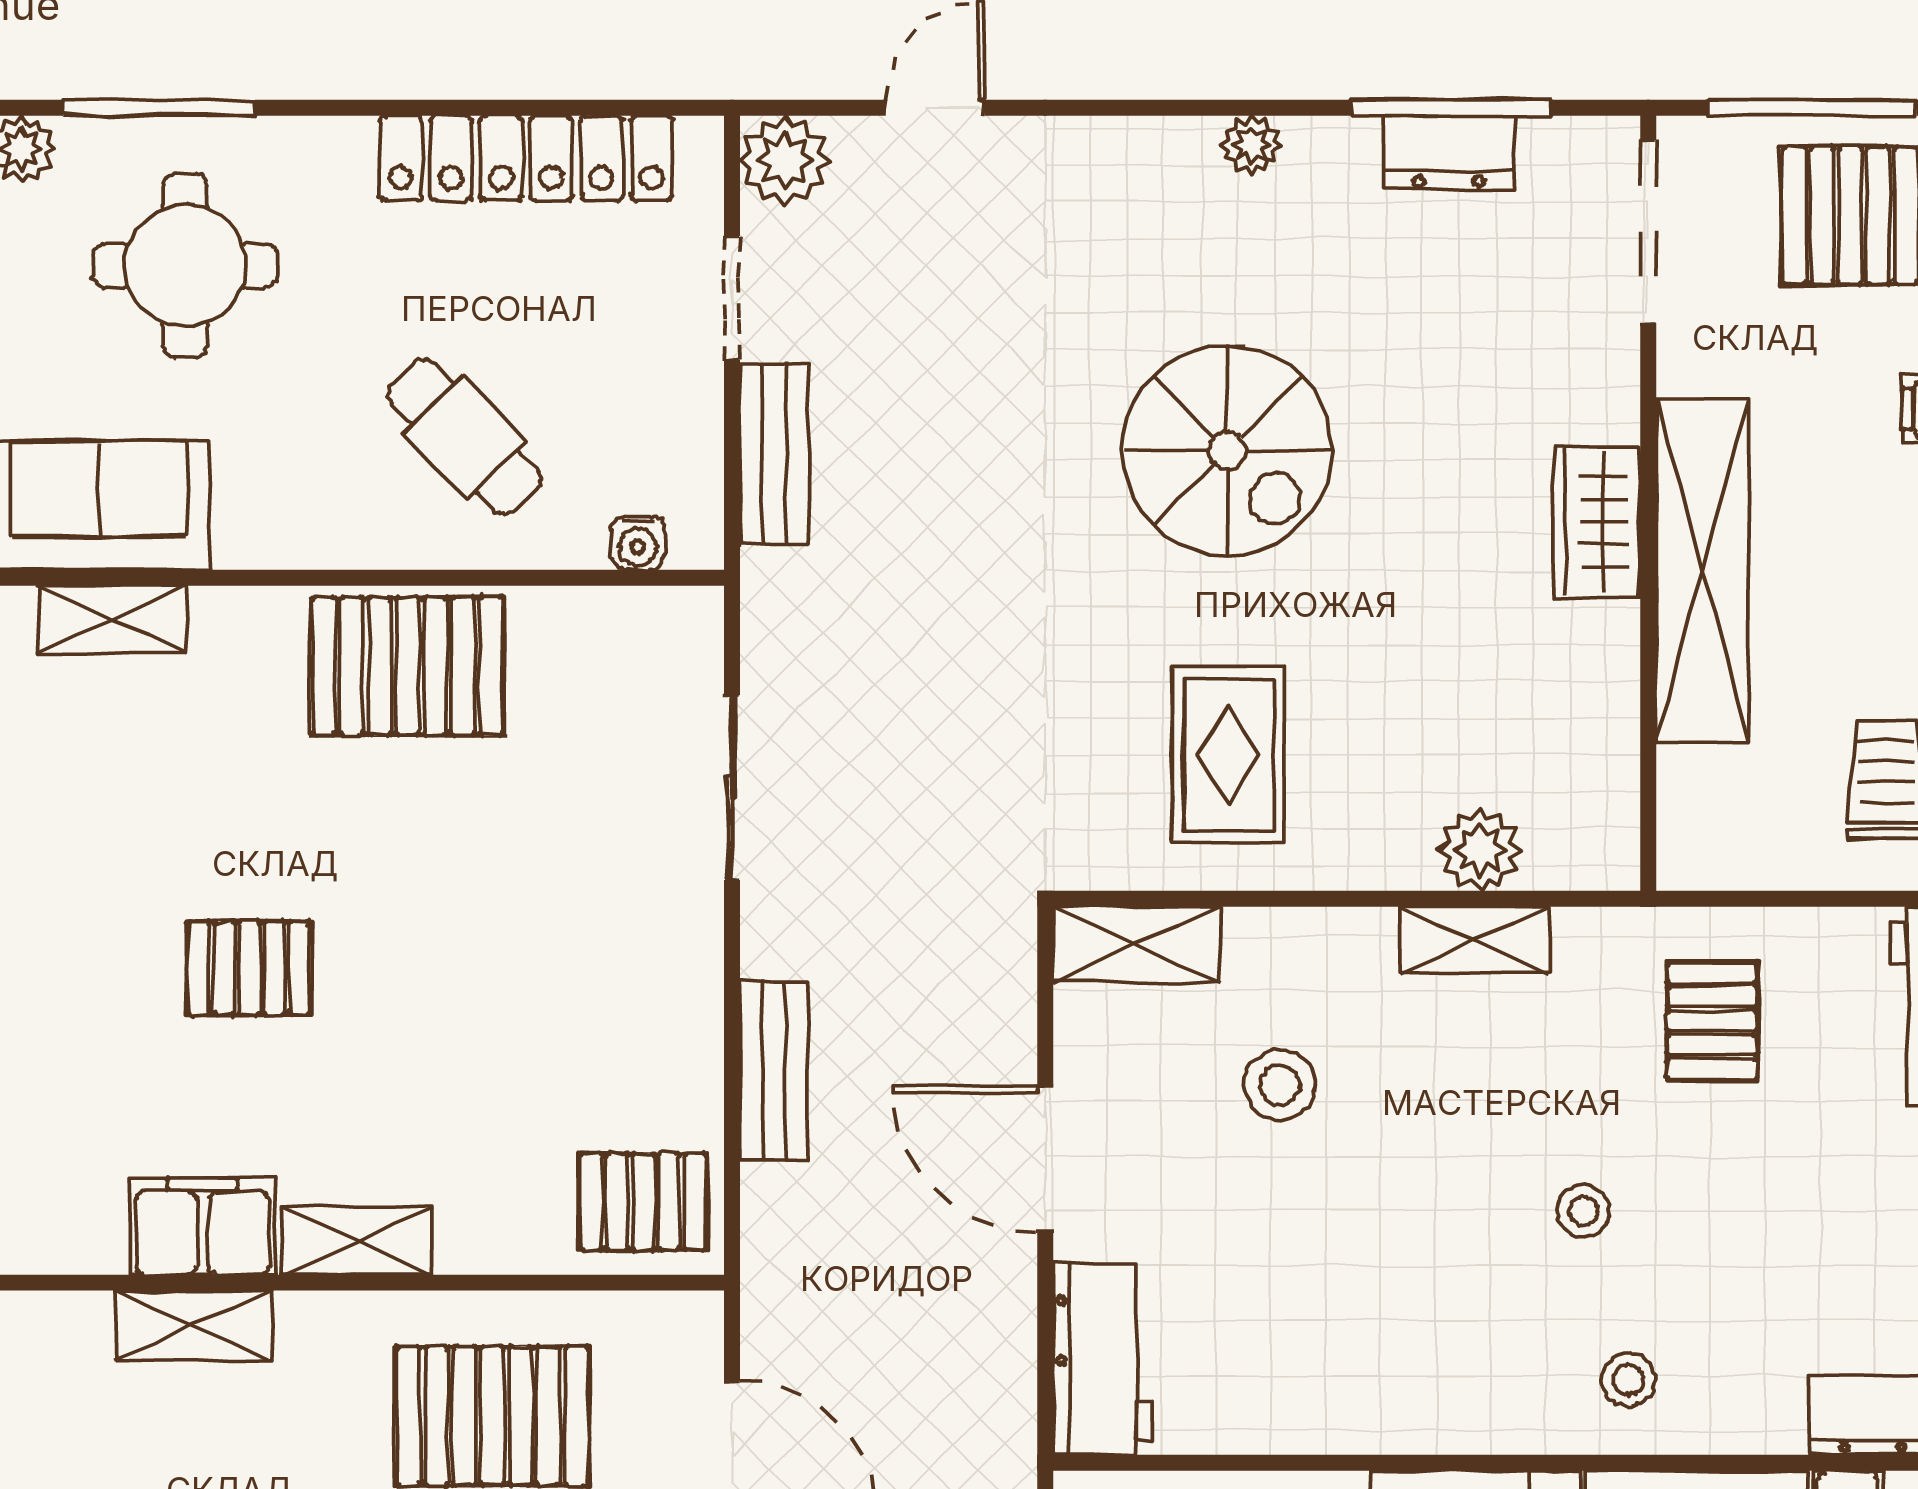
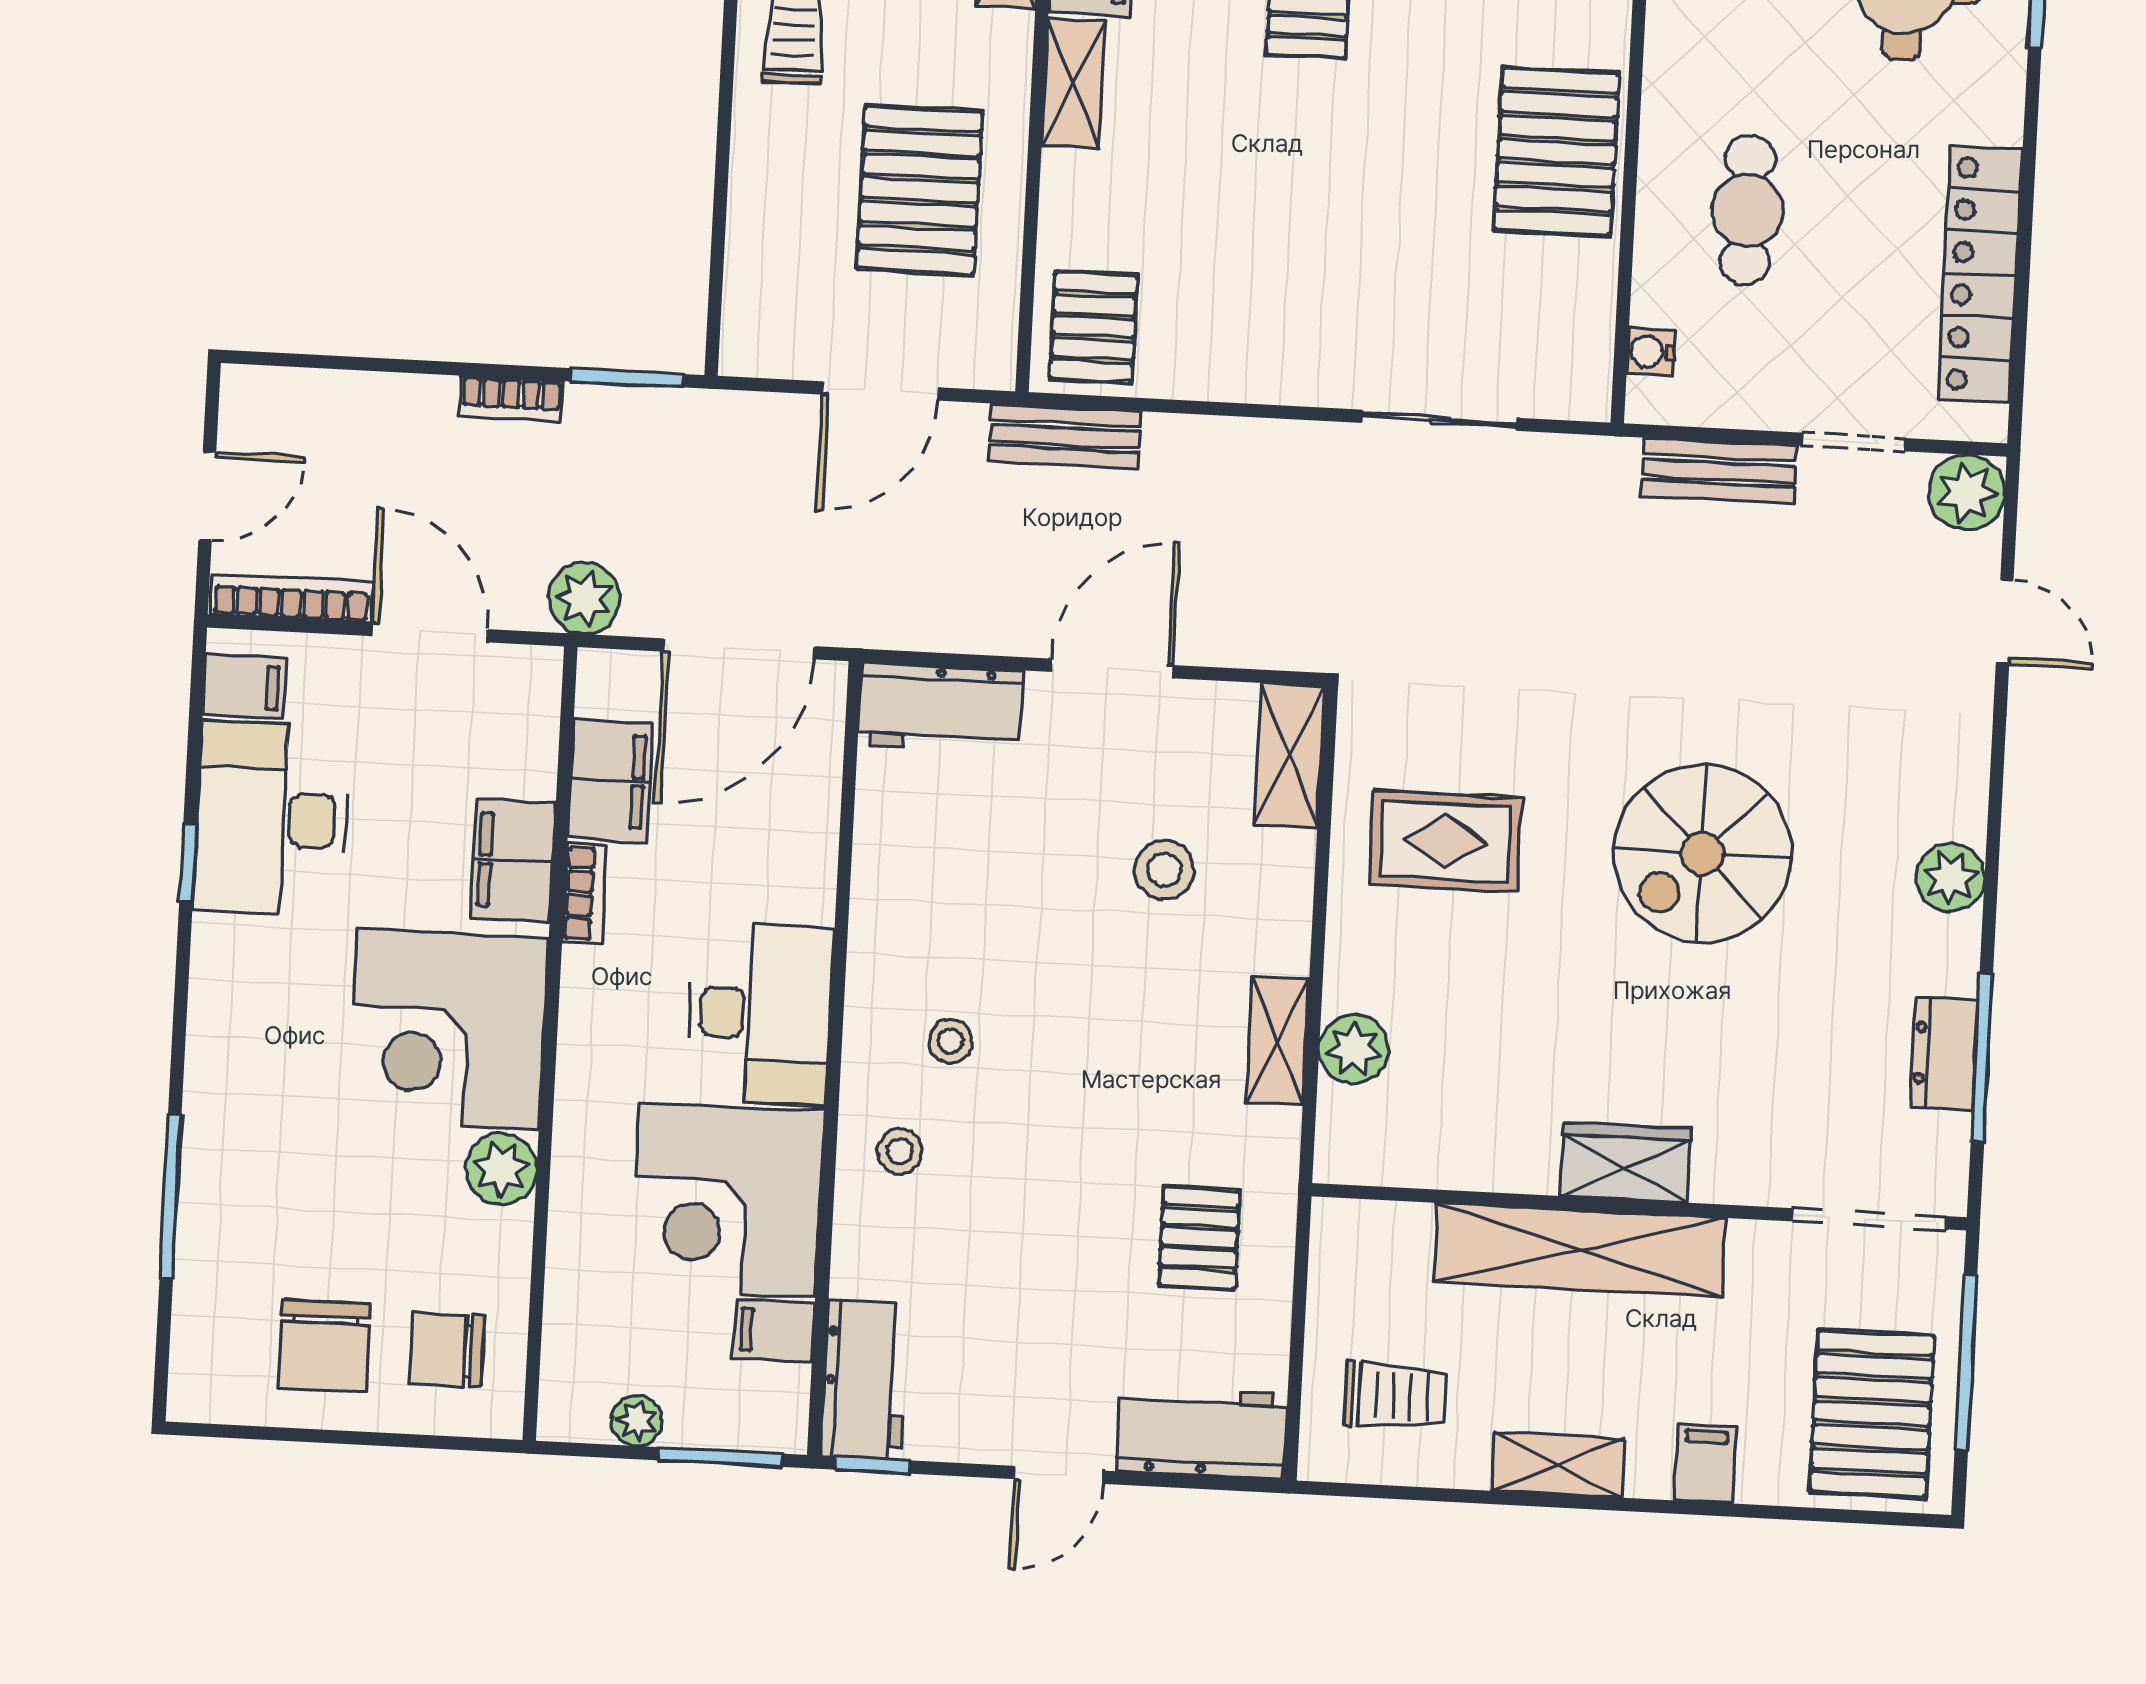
plant: (1251, 145) -> (1950, 878), width x1.38, depth x1.38
cafe table: (465, 437) -> (1748, 210), turned -46
pallet: (1712, 1021) -> (1199, 1238), turned 90
bench: (774, 1070) -> (1065, 436), moved
stool: (1583, 1211) -> (950, 1041), moved

